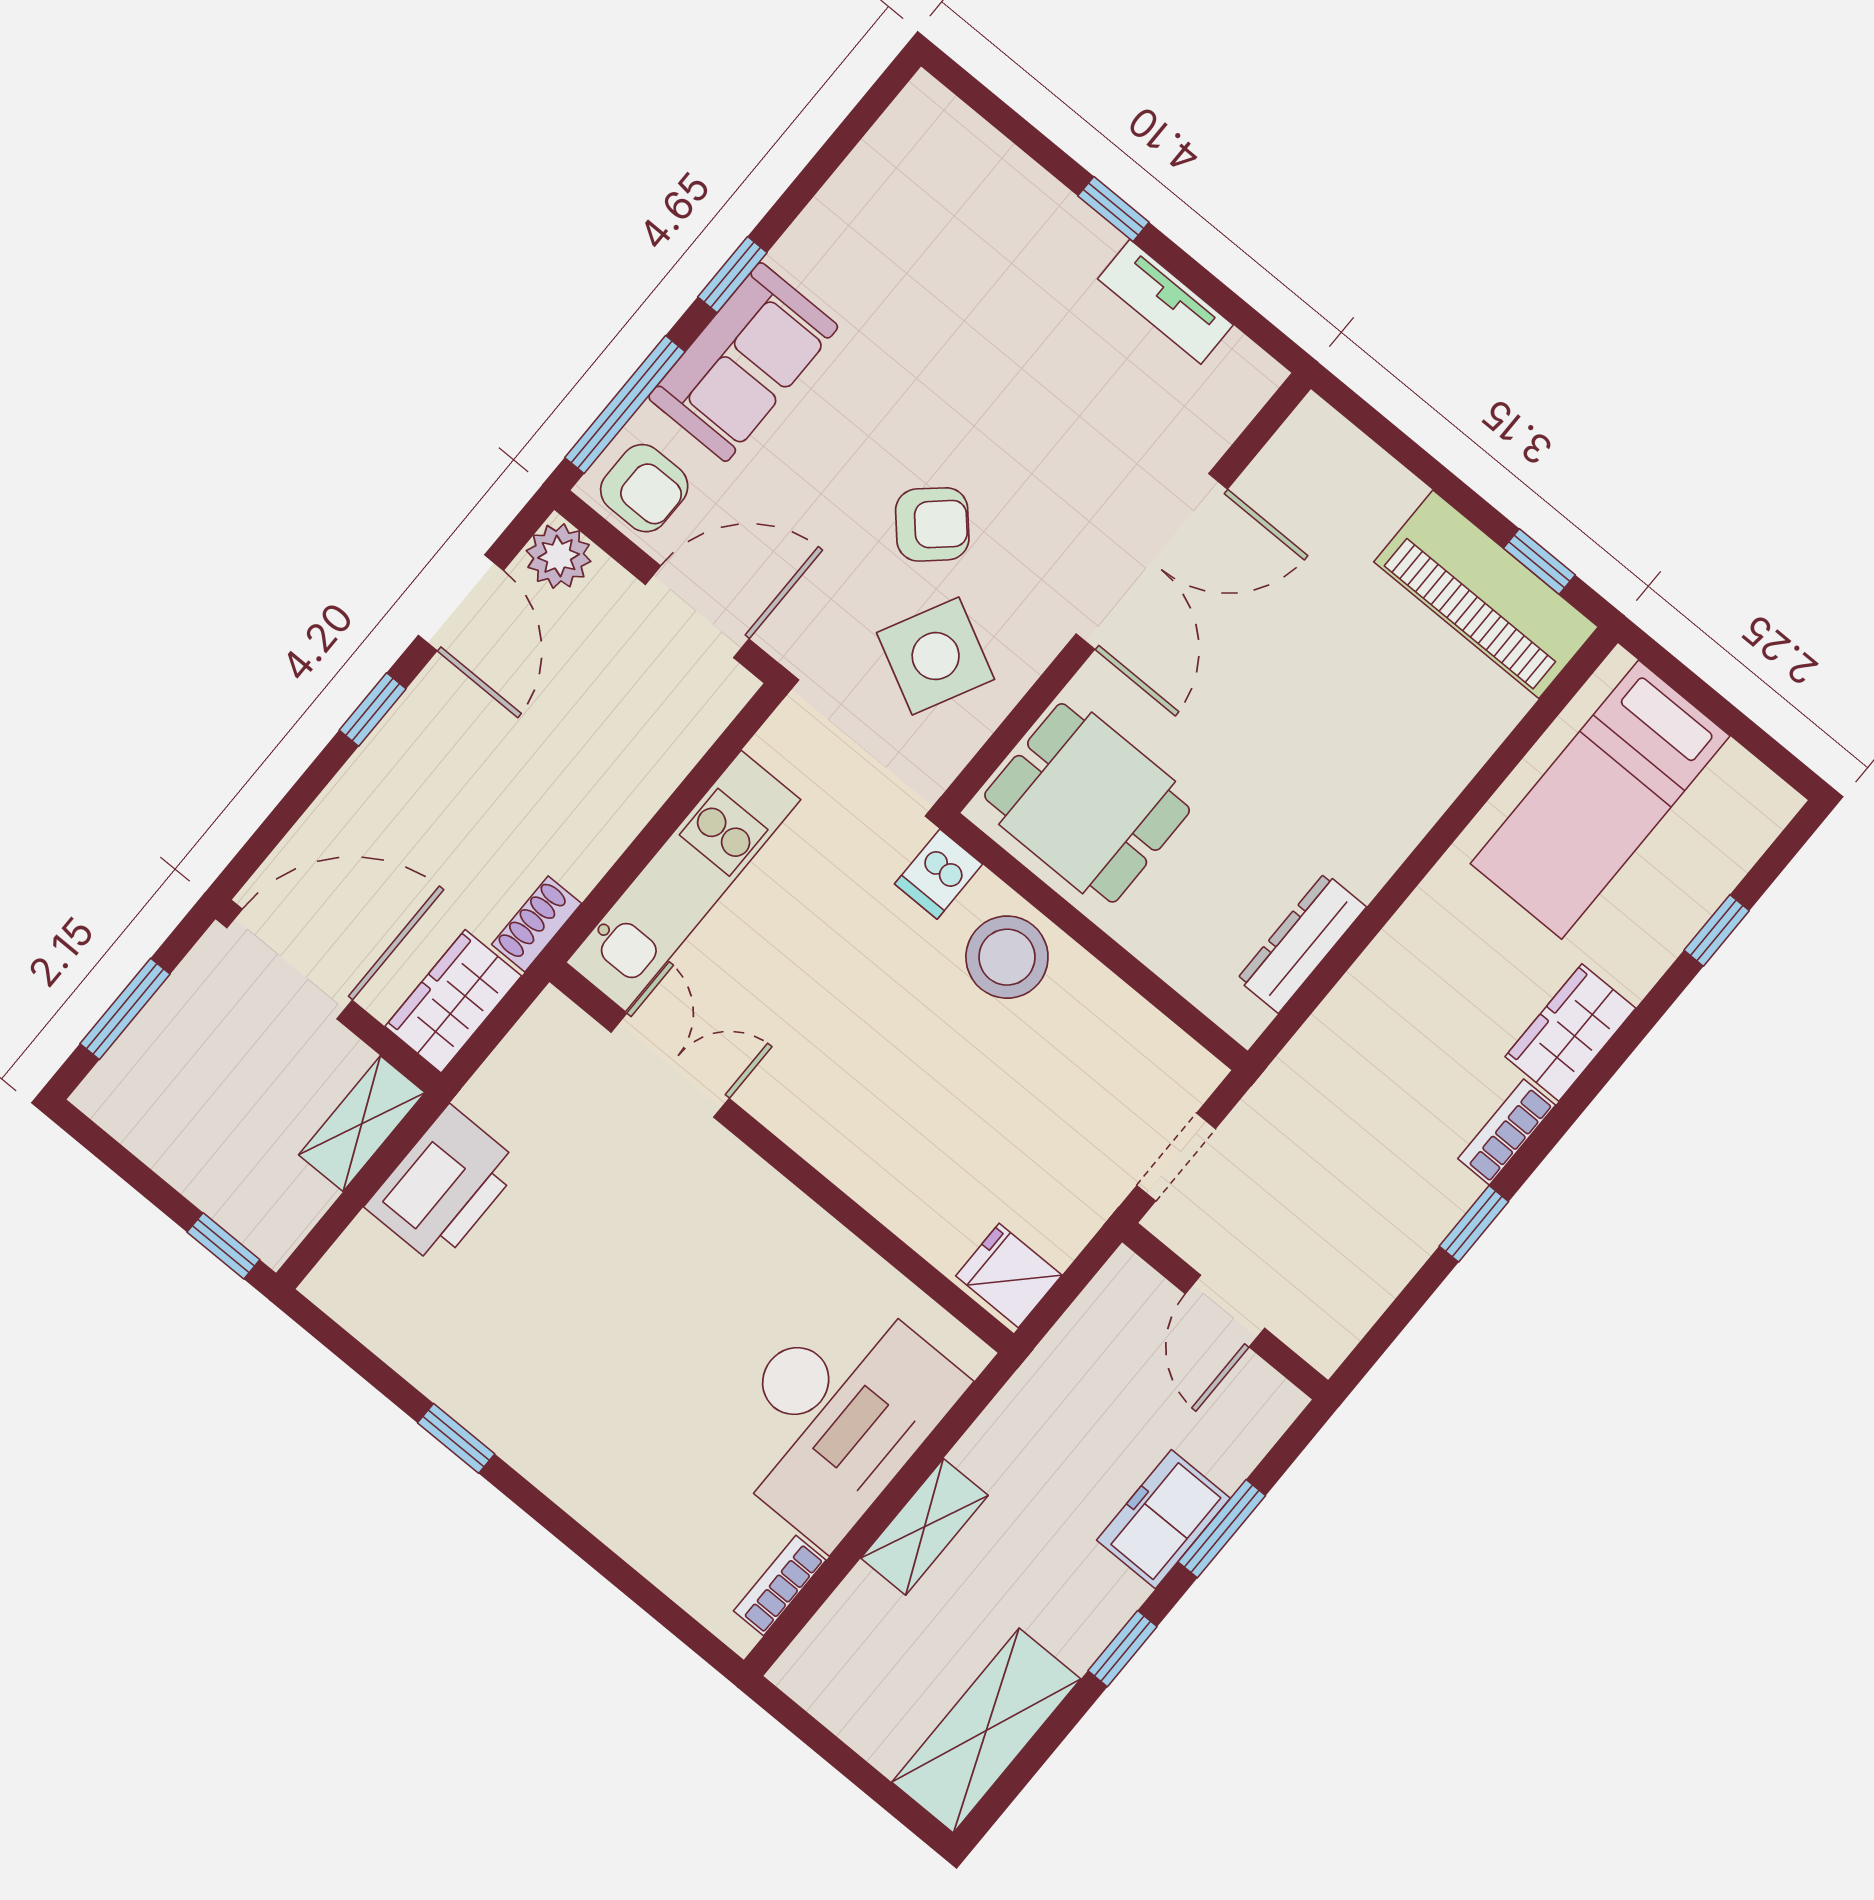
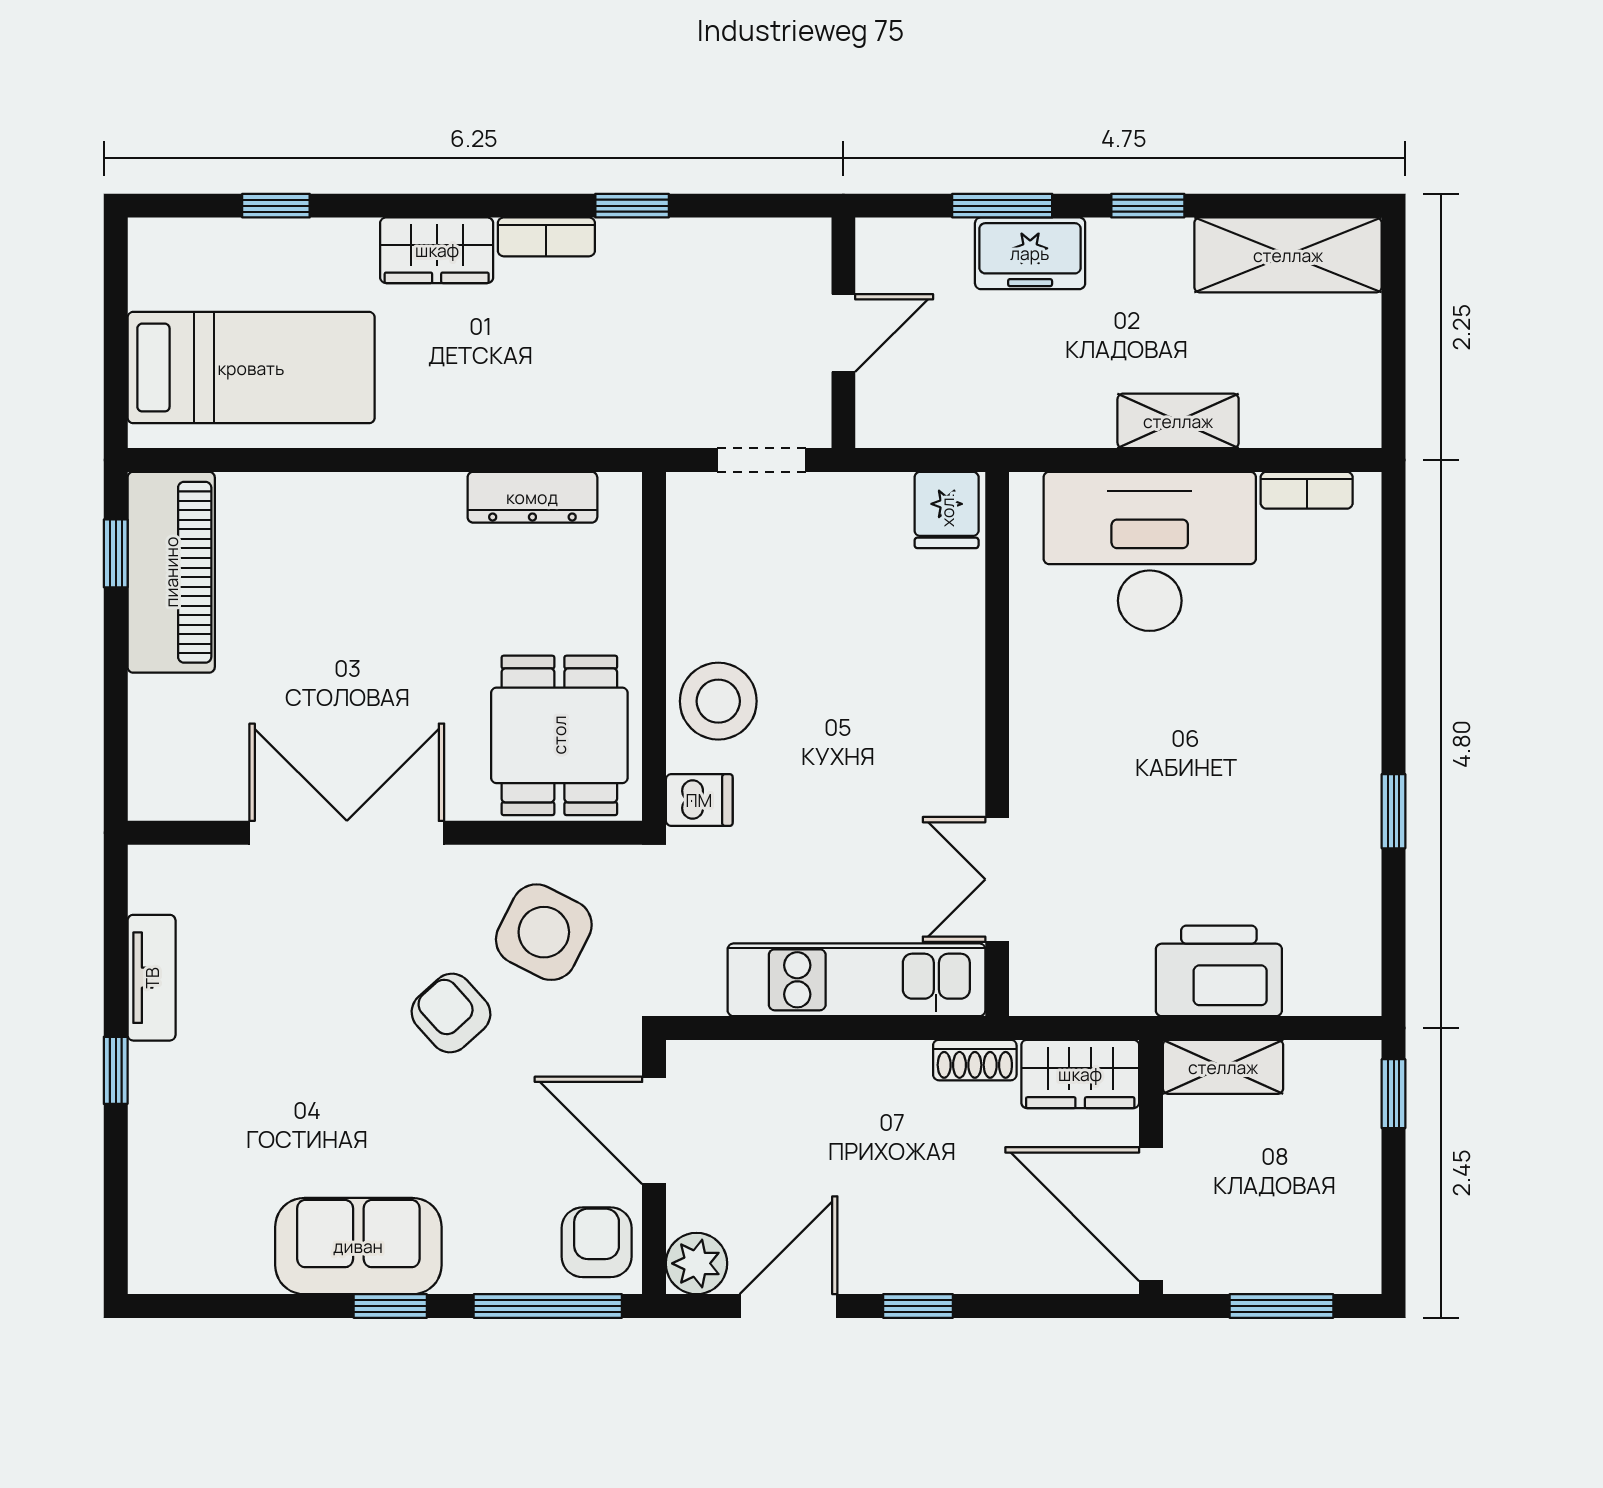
sofa: (743, 362) -> (358, 1246), moved

